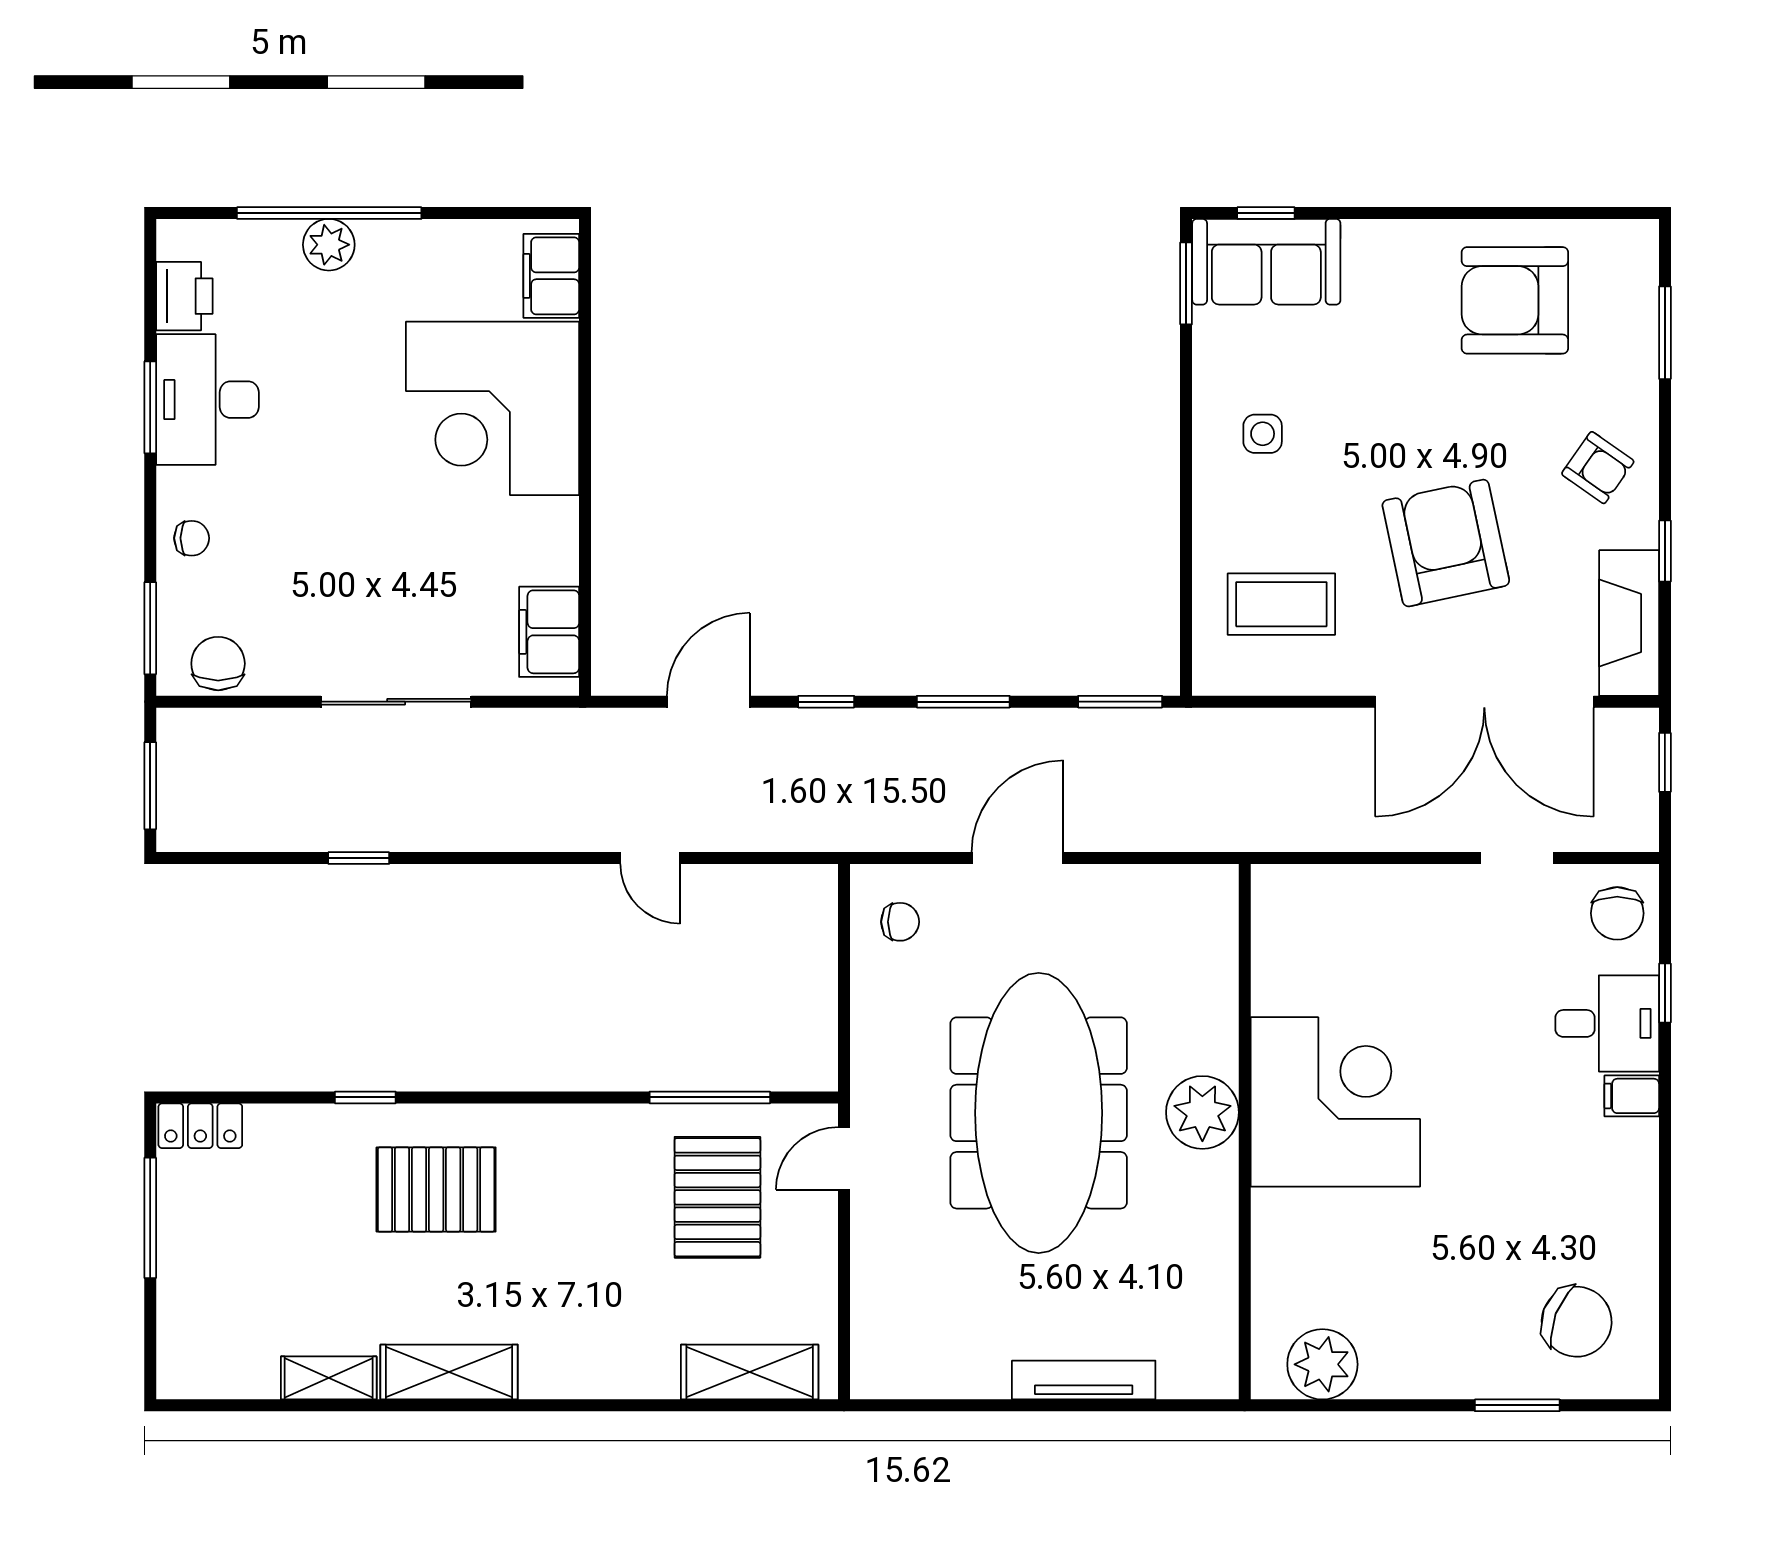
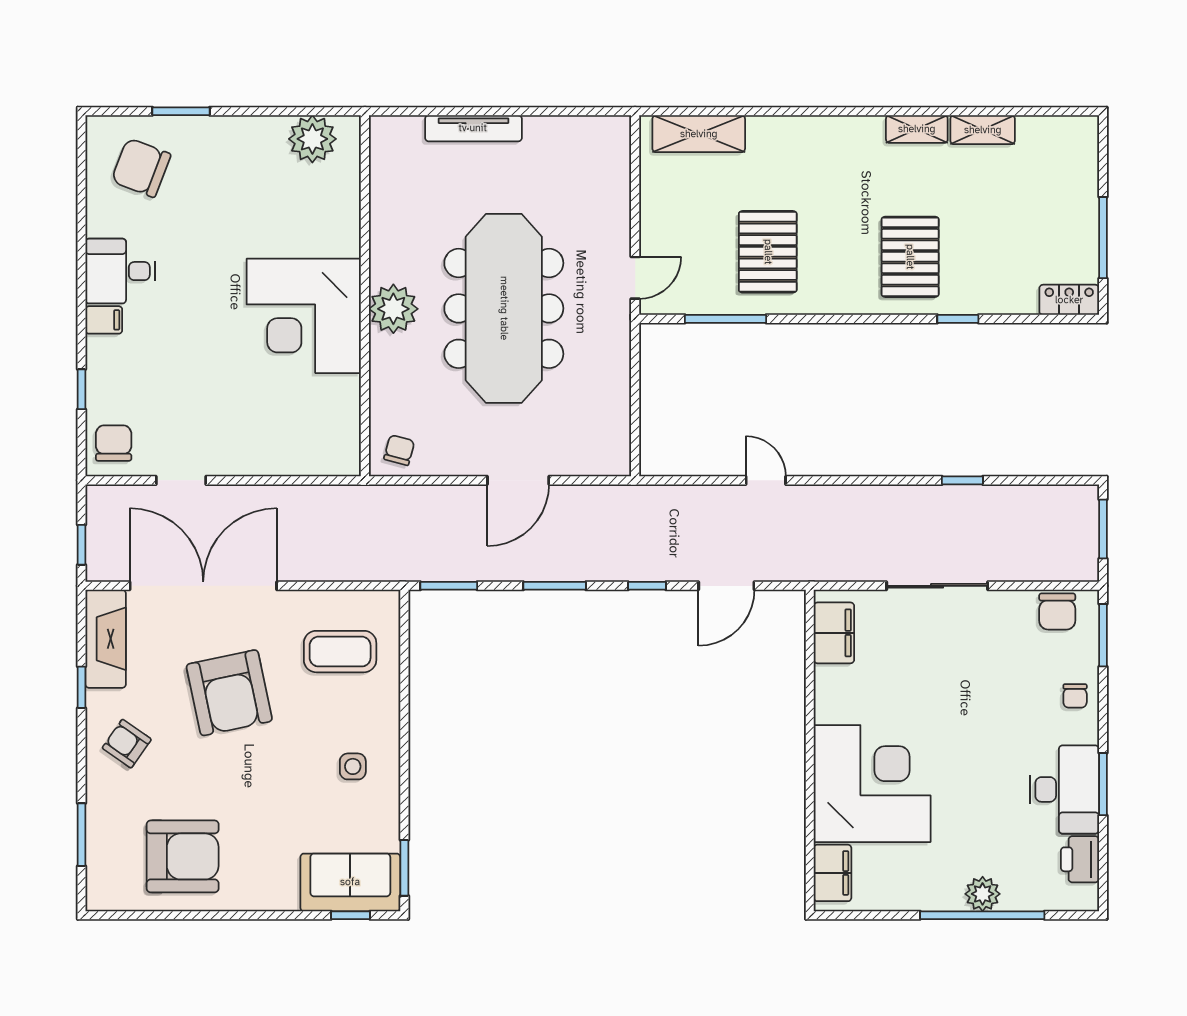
chair: (192, 538) -> (1075, 696), turned -90
chair: (900, 922) -> (399, 450), moved, turned 105
desk: (1607, 1023) -> (120, 271), moved
pallet: (436, 1190) -> (910, 257), turned 90
pallet: (717, 1197) -> (768, 252), moved
shelving: (449, 1372) -> (917, 129), width x0.67, depth x0.75

